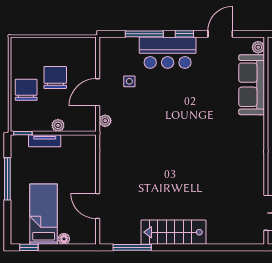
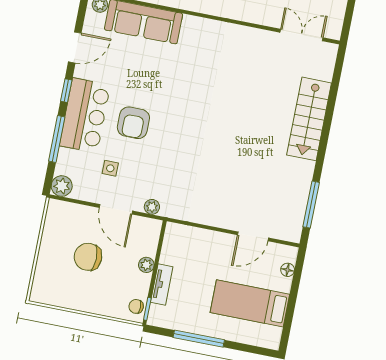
door: (220, 34) -> (75, 47), swing flipped
plant: (108, 45) -> (62, 186), added
chair: (26, 90) -> (136, 306), moved, width x0.54, depth x0.54
armchair: (169, 93) -> (133, 123), added
stairs: (173, 232) -> (309, 119), moved
floor lamp: (64, 239) -> (288, 270), moved
window: (29, 247) -> (286, 329), removed

